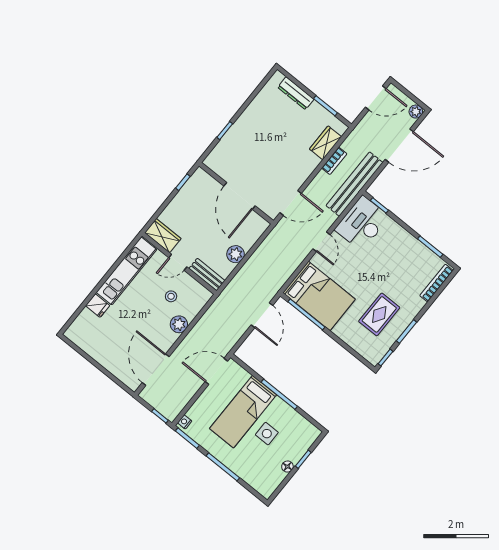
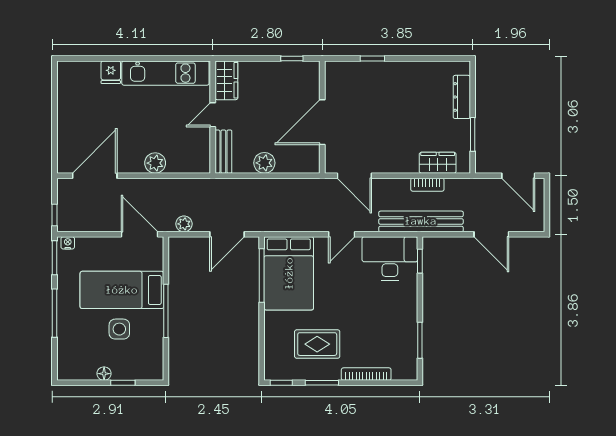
plant: (416, 112) -> (184, 224), moved
door: (399, 146) -> (491, 234), width x0.73
door: (178, 262) -> (213, 115), hinge flipped
bookcase: (437, 283) -> (366, 374), moved
stool: (171, 296) -> (176, 134), removed

